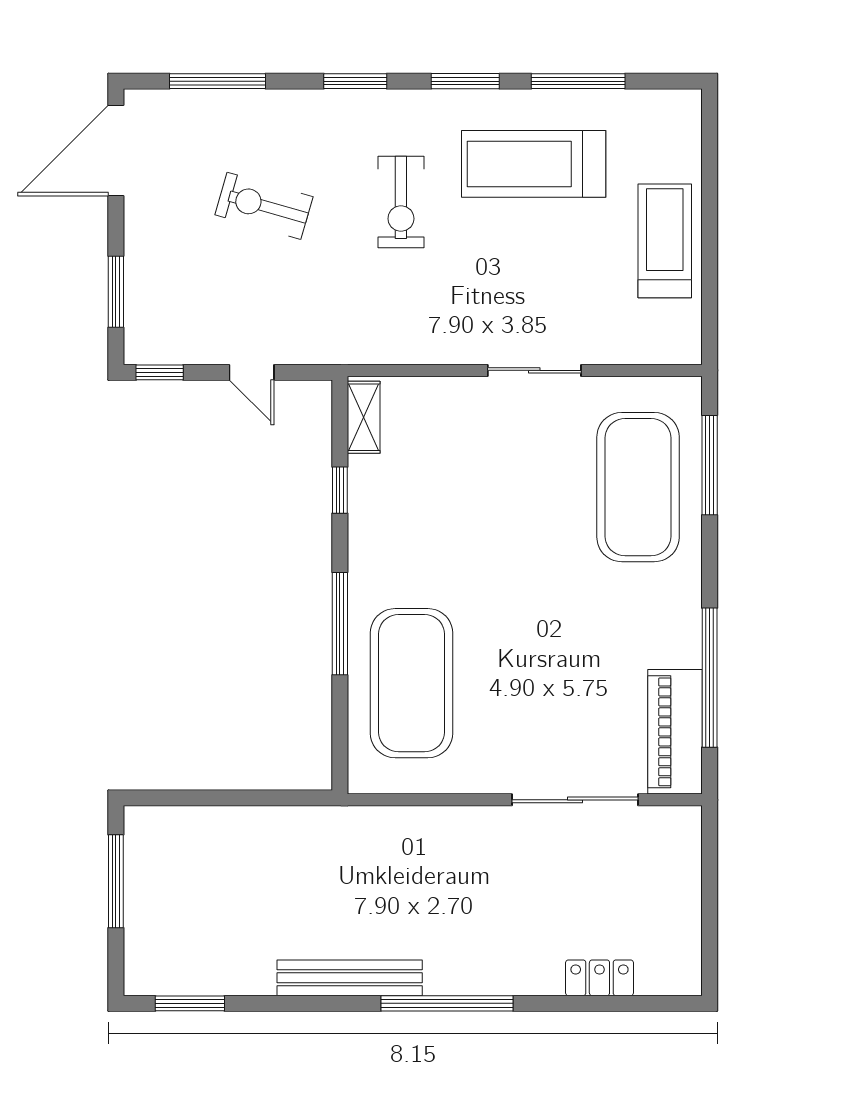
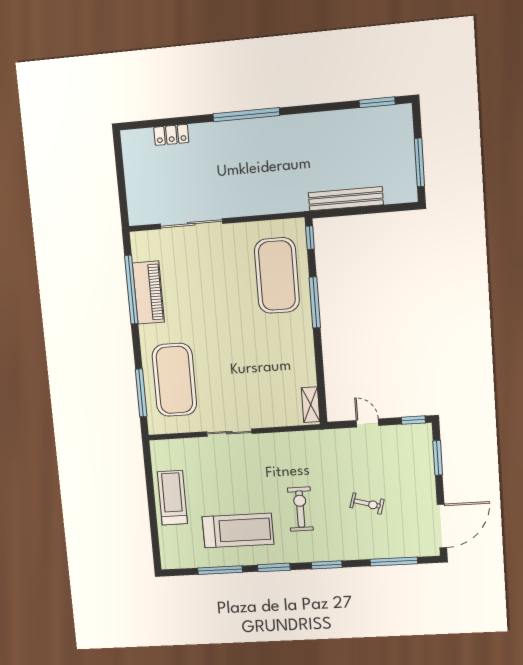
exercise bike: (264, 206) -> (367, 504), width x0.73, depth x0.72
treadmill: (665, 241) -> (172, 498), turned 180
window: (340, 490) -> (310, 238), moved
piano: (675, 732) -> (148, 293), moved
bench: (350, 978) -> (346, 199), moved

